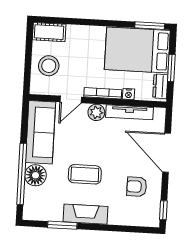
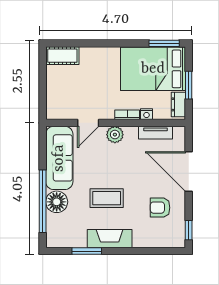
stool: (49, 66) -> (64, 90), removed
bookcase: (103, 93) -> (127, 115), width x0.64
tv unit: (130, 112) -> (155, 133), width x0.71

